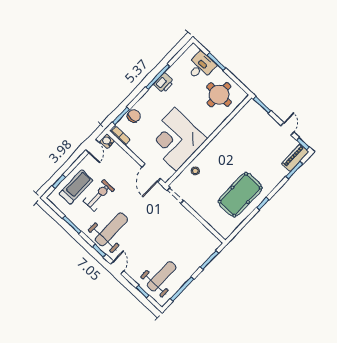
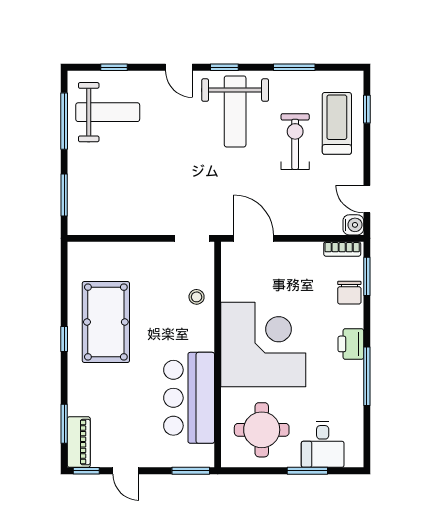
printer: (164, 83) -> (351, 344), moved
bar counter: (236, 134) -> (189, 398), added
corner desk: (175, 140) -> (263, 344), moved
treadmill: (76, 187) -> (337, 123), turned 180
exercise bike: (99, 195) -> (295, 142), turned 180
weight bench: (162, 276) -> (108, 112), turned -90

